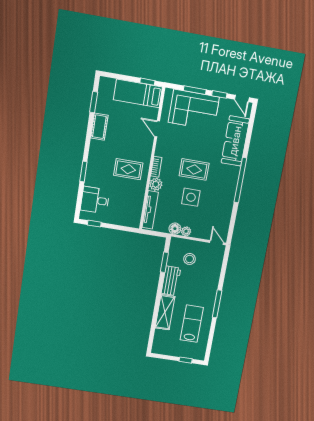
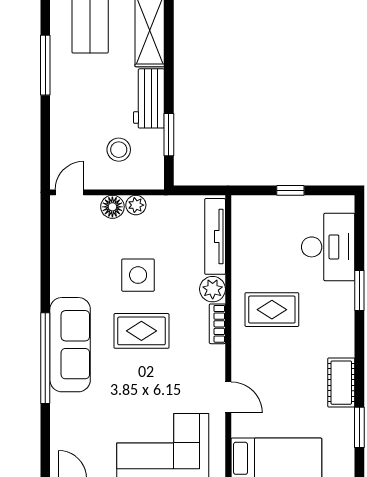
sofa: (235, 141) -> (70, 345), moved
window: (240, 180) -> (45, 358), moved
desk: (95, 200) -> (328, 247), width x1.37
window: (94, 224) -> (290, 190), moved
floor lamp: (175, 229) -> (112, 207), moved
door: (217, 243) -> (70, 192), swing flipped

